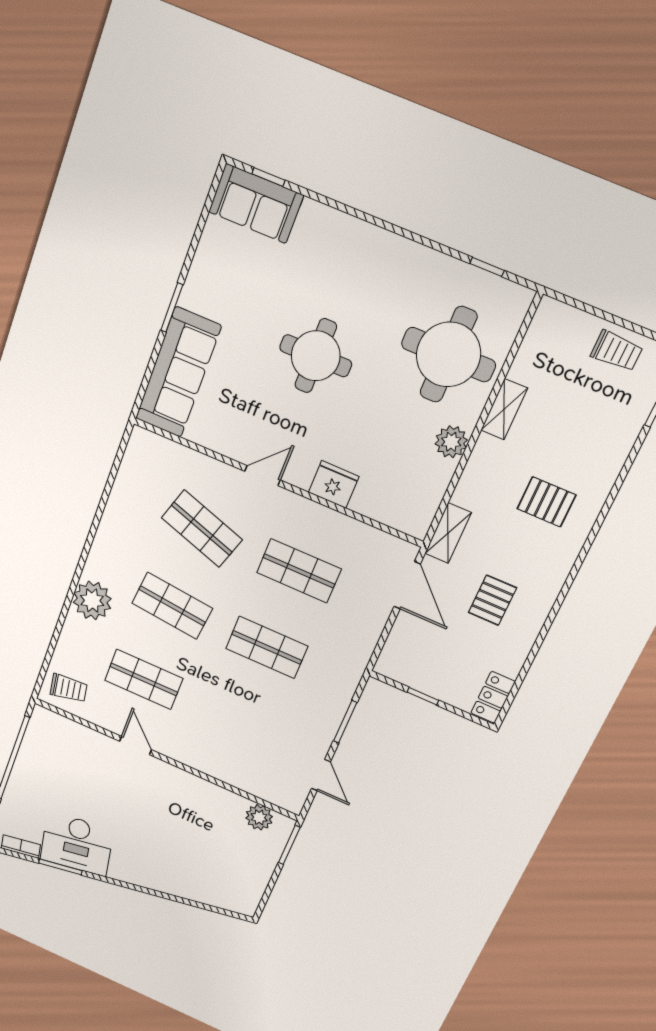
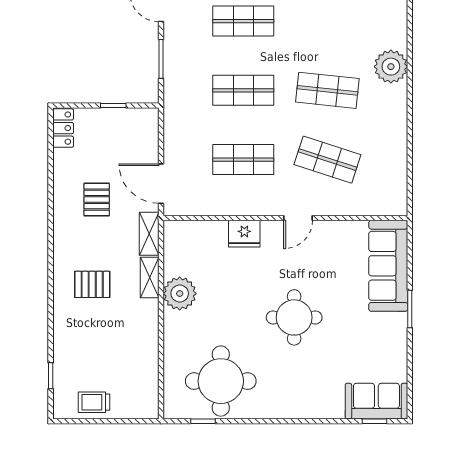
round table: (448, 355) -> (221, 381), moved
shelving: (504, 409) -> (150, 277), moved
plant: (451, 442) -> (180, 294), width x1.36, depth x1.36
shop shelf: (144, 679) -> (243, 21), moved

